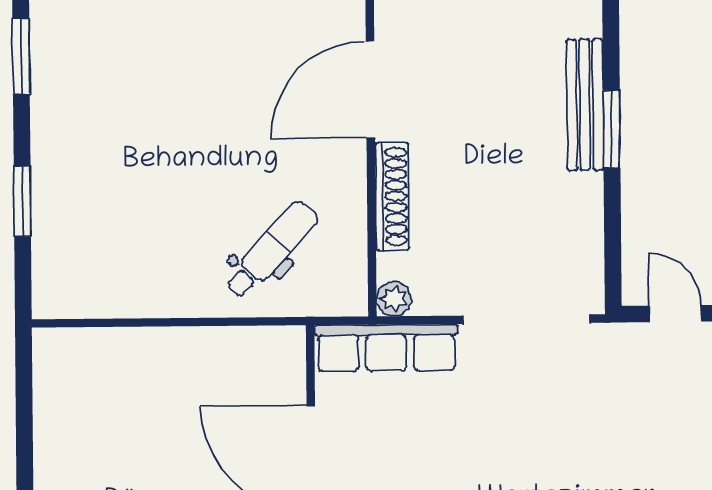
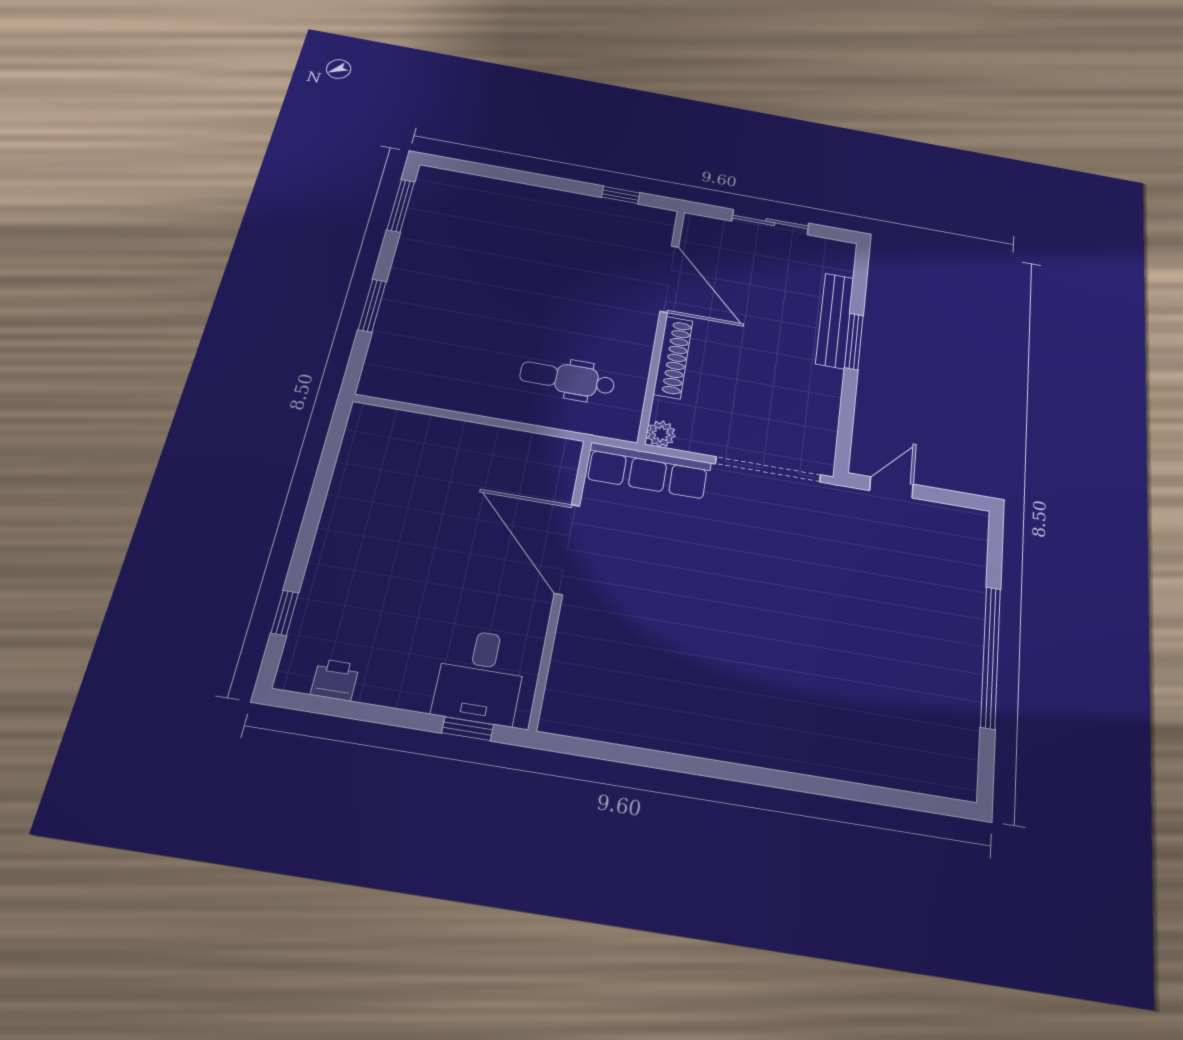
door: (370, 89) -> (669, 279), swing flipped
dental chair: (271, 250) -> (567, 379), turned -133
door: (675, 314) -> (891, 487), hinge flipped

